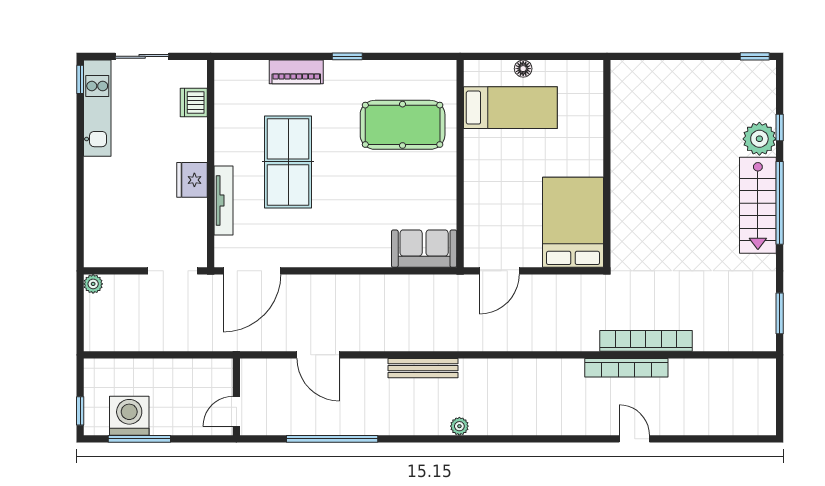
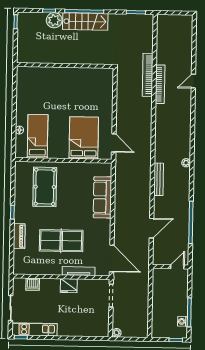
wall: (607, 164) -> (65, 65), moved
bed: (573, 222) -> (84, 138), moved, turned 90
sofa: (424, 249) -> (102, 197), moved, width x1.36
door: (236, 411) -> (177, 267), swing flipped
washing machine: (129, 416) -> (183, 321), width x0.53, depth x0.53

